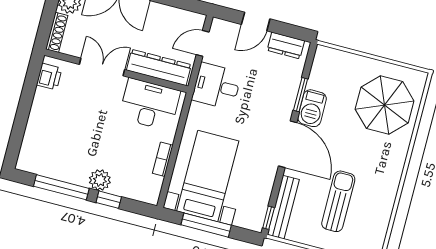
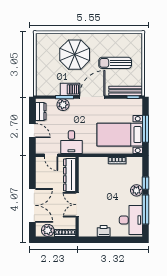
printer: (49, 77) -> (104, 231), moved
plant: (288, 88) -> (63, 105), added
desk: (150, 104) -> (131, 220), moved, turned 180
parasol: (385, 105) -> (75, 55), moved

